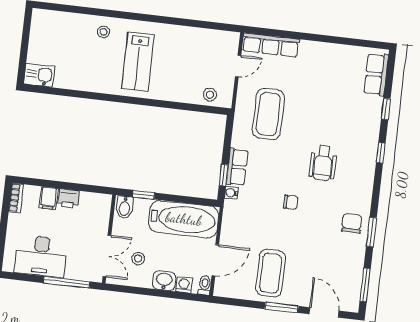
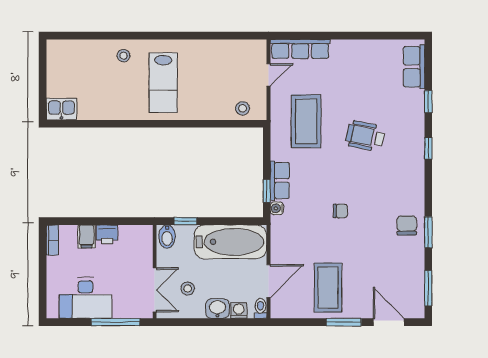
wheelchair: (323, 163) -> (365, 136), moved, turned 102

